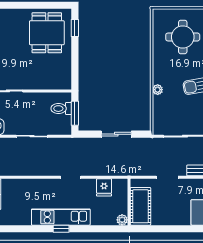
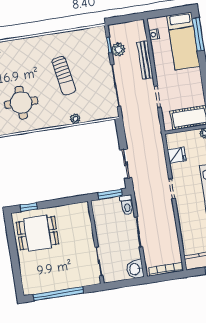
toilet: (61, 109) -> (127, 205), moved
sliding door: (116, 134) -> (126, 164), moved

